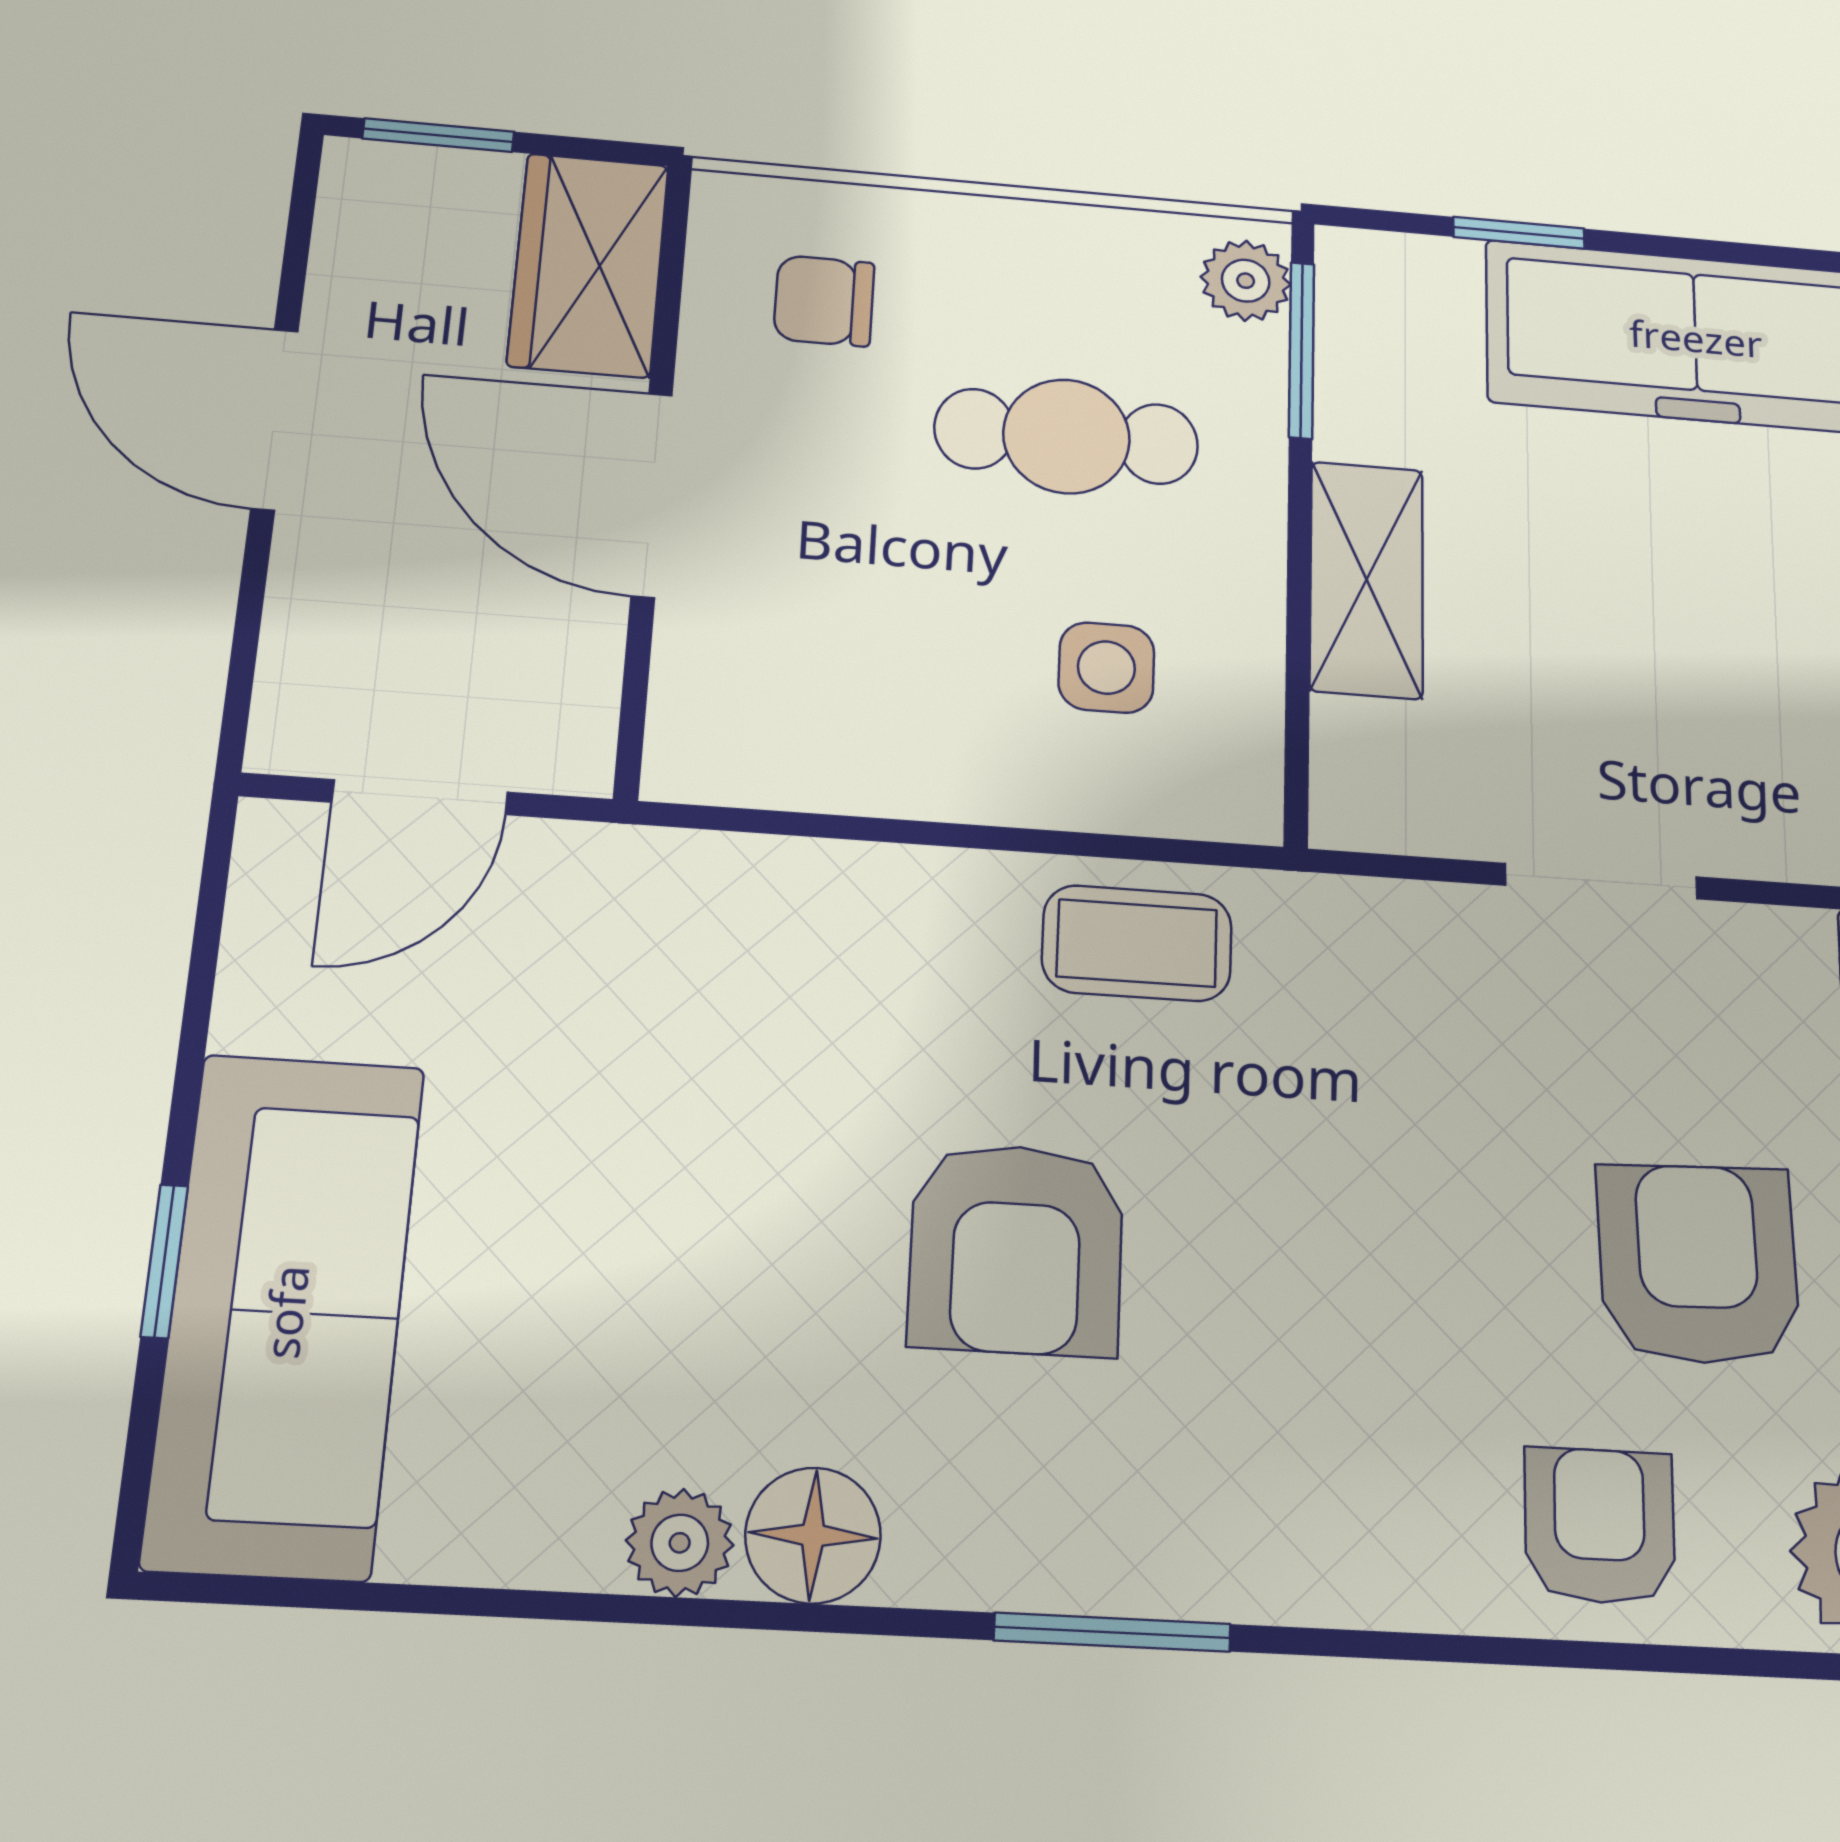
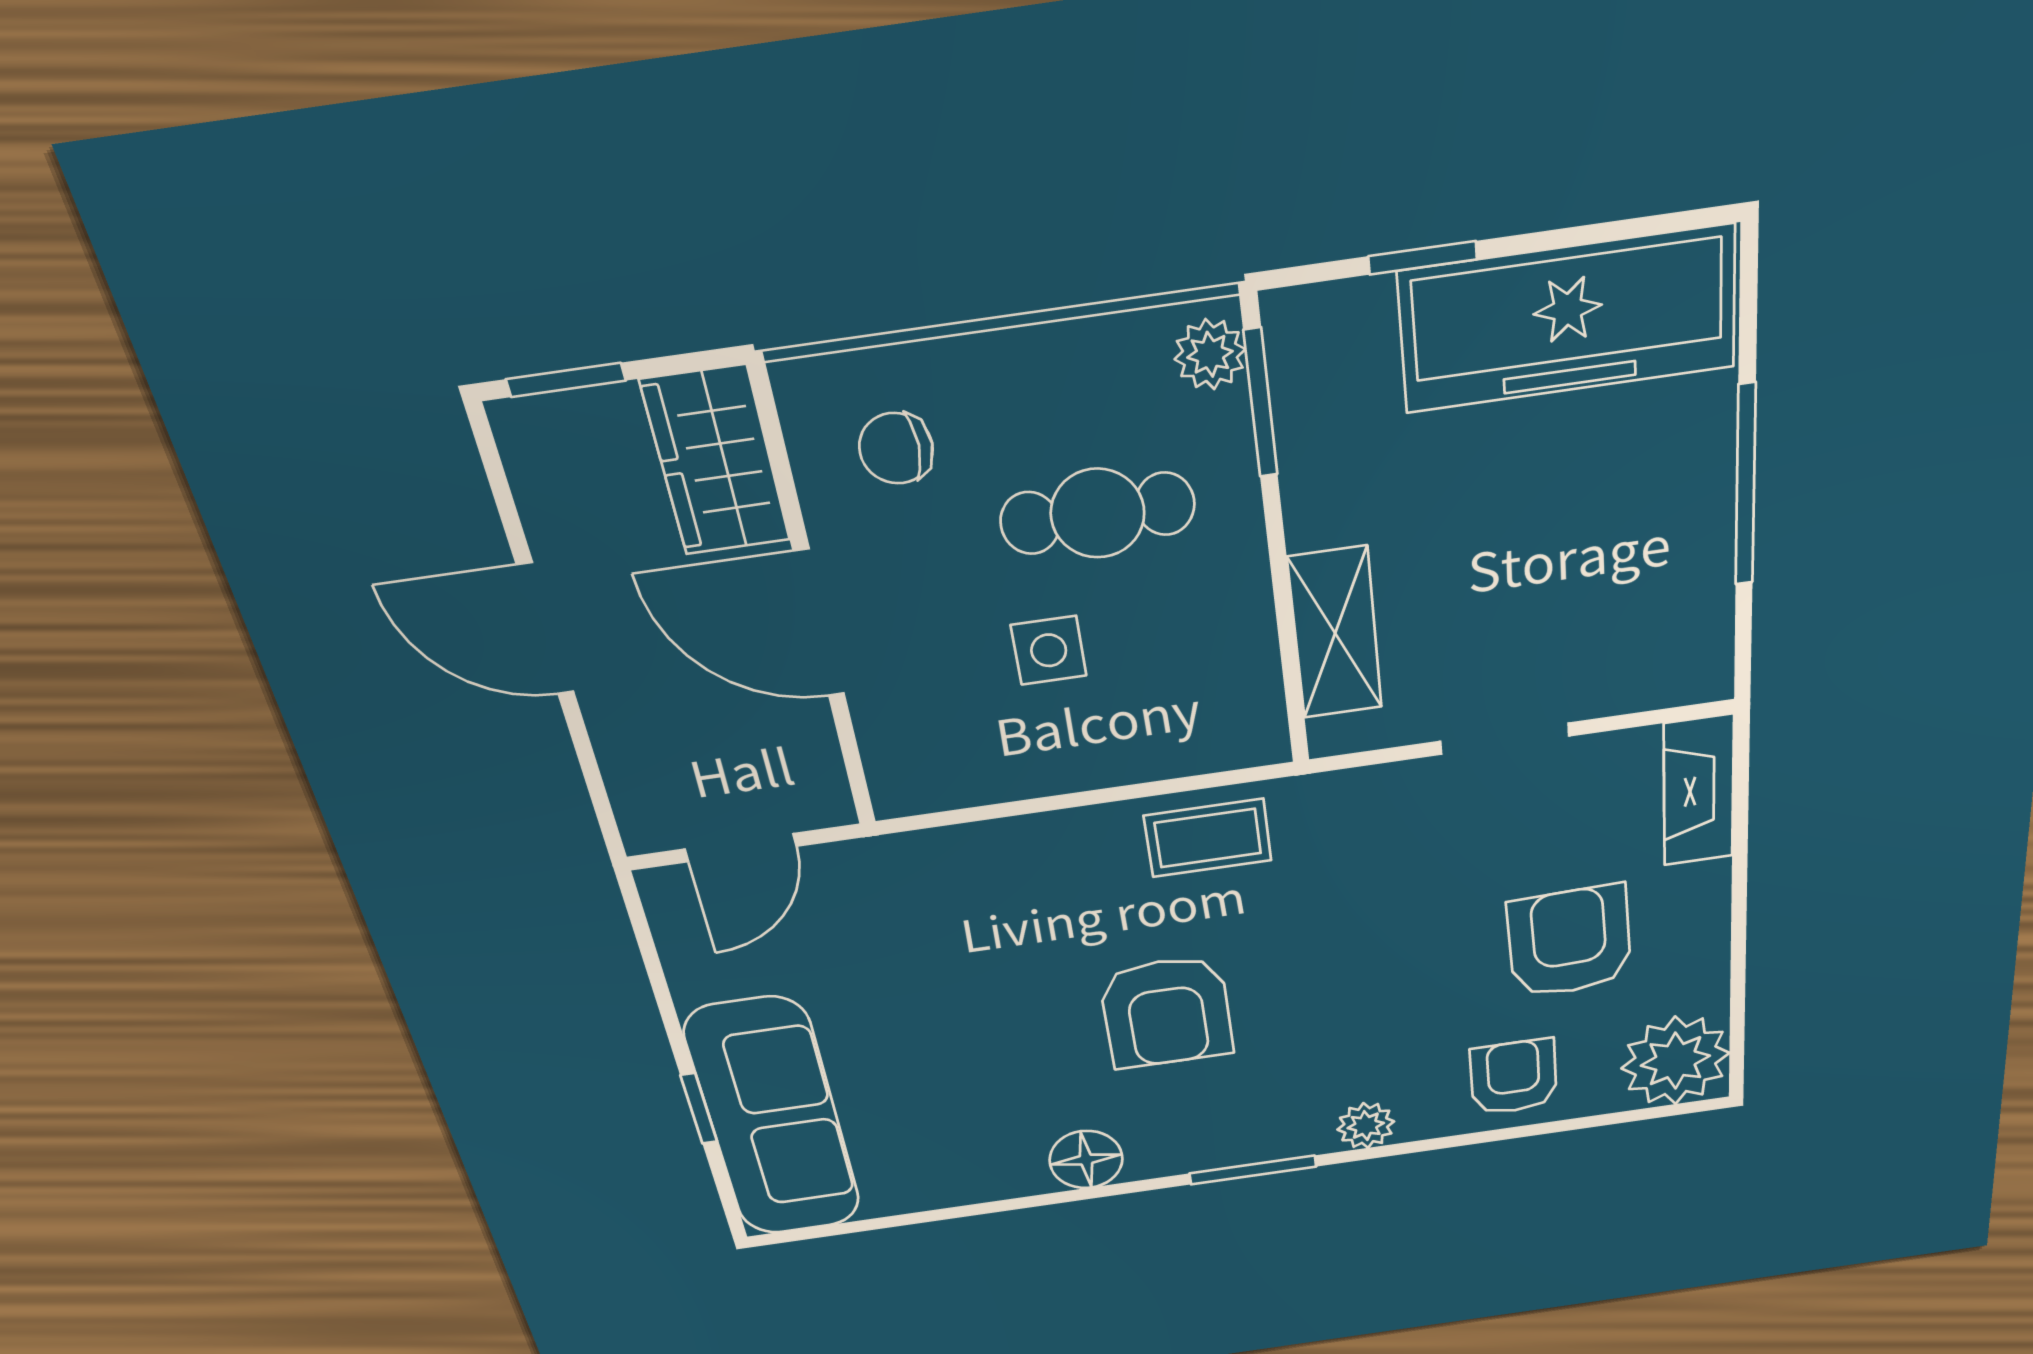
shelving: (1367, 579) -> (1335, 633), moved
side table: (1106, 668) -> (1049, 650), moved
plant: (680, 1543) -> (1366, 1126), moved

